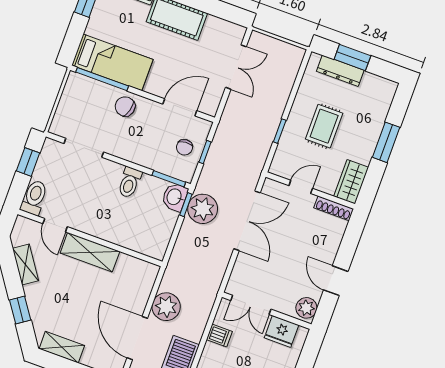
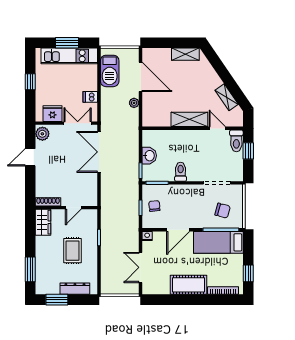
window: (352, 58) -> (57, 300), moved
chair: (125, 107) -> (223, 211), moved
door: (180, 107) -> (178, 230), moved
nightstand: (210, 108) -> (147, 236), added
window: (386, 142) -> (30, 269), moved
window: (28, 162) -> (248, 151), moved
washbasin: (175, 197) -> (149, 156), moved
plant: (203, 209) -> (129, 172), removed
double door: (247, 221) -> (99, 152), moved
door: (336, 281) -> (30, 157), swing flipped
plant: (166, 307) -> (134, 103), width x0.53, depth x0.53
window: (20, 310) -> (220, 68), removed

